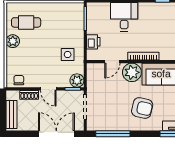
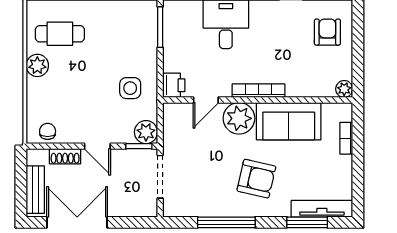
printer: (93, 42) -> (174, 85), moved
double door: (56, 134) -> (77, 222), moved
window: (113, 134) -> (226, 222), moved

